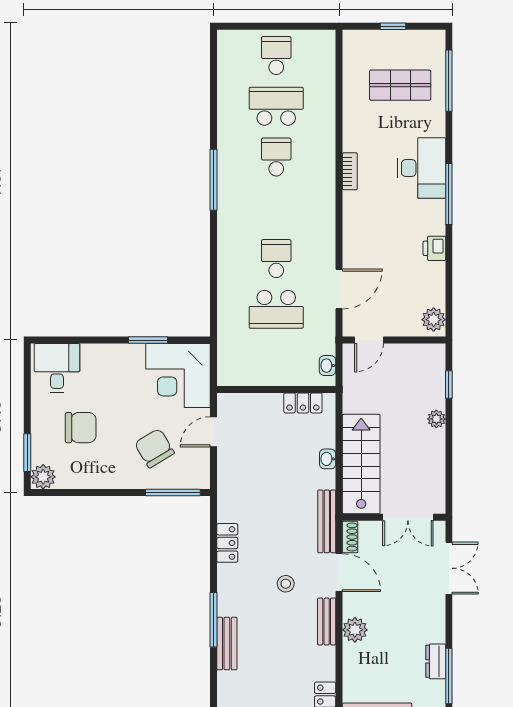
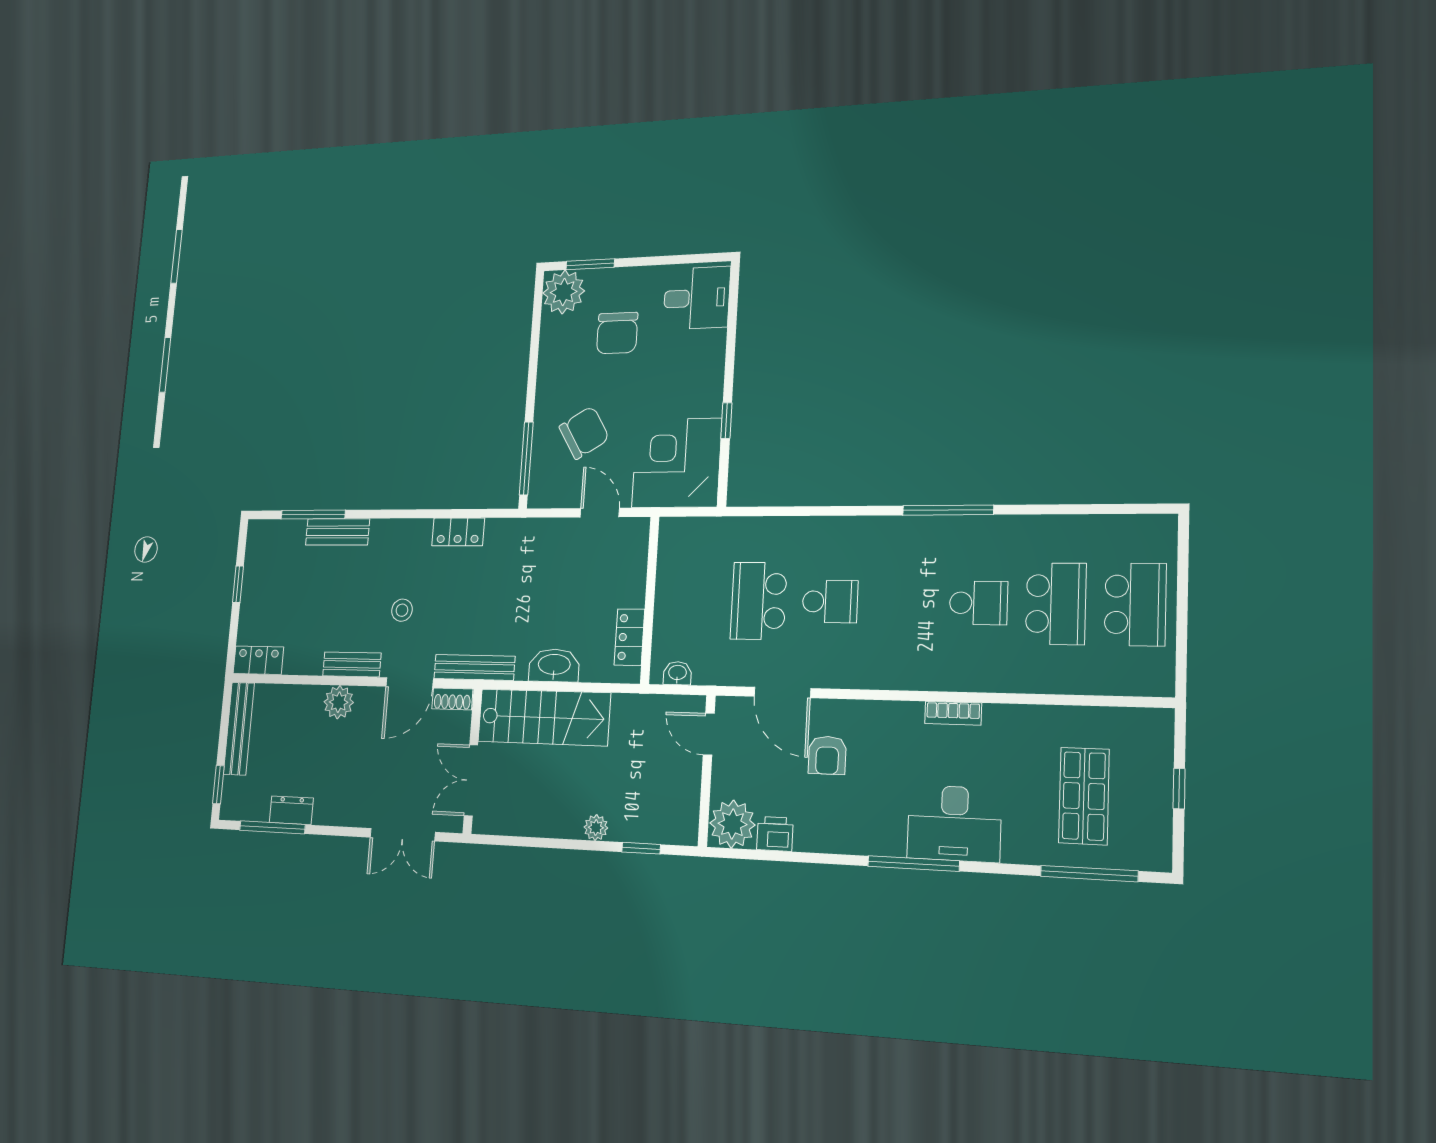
school desk: (276, 56) -> (1135, 604), width x1.85
printer: (434, 248) -> (775, 834), moved
armchair: (380, 255) -> (827, 755), added
plant: (434, 320) -> (732, 824), width x1.36, depth x1.36
window: (148, 340) -> (726, 421), width x0.67
washbasin: (328, 459) -> (554, 665), width x1.91, depth x1.45
plant: (43, 477) -> (564, 292), width x1.36, depth x1.36
window: (213, 620) -> (313, 515), moved

